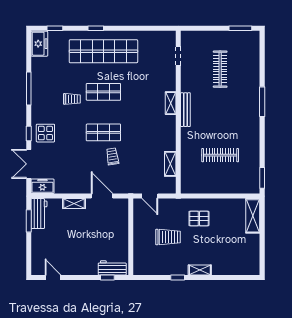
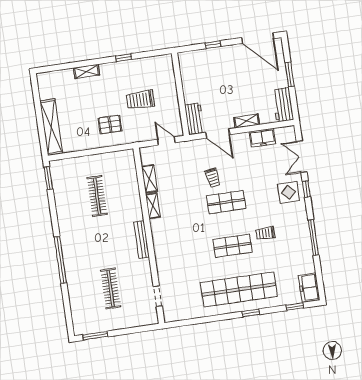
window: (262, 102) -> (60, 260), width x1.46
shelving: (171, 103) -> (153, 206), moved
clothes rail: (220, 155) -> (97, 196), turned 90
double door: (29, 164) -> (302, 157), swing flipped
freezer: (42, 186) -> (262, 138), moved
shelving: (253, 216) -> (51, 127), width x1.47
window: (29, 221) -> (290, 74), moved
workbench: (112, 268) -> (194, 119), moved, turned -90
shelving: (200, 270) -> (87, 71), moved
door: (53, 277) -> (258, 38), width x1.87
window: (107, 277) -> (213, 45), moved

